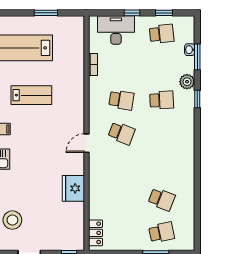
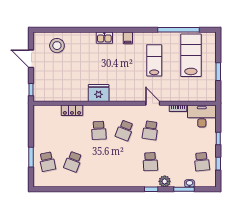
desk: (116, 30) -> (202, 116), moved, turned -90
lab bench: (31, 95) -> (154, 60), turned 180
door: (86, 143) -> (153, 103), moved
school desk: (121, 166) -> (99, 130), added
fridge: (73, 188) -> (99, 93), moved
locker: (95, 233) -> (72, 110), moved

